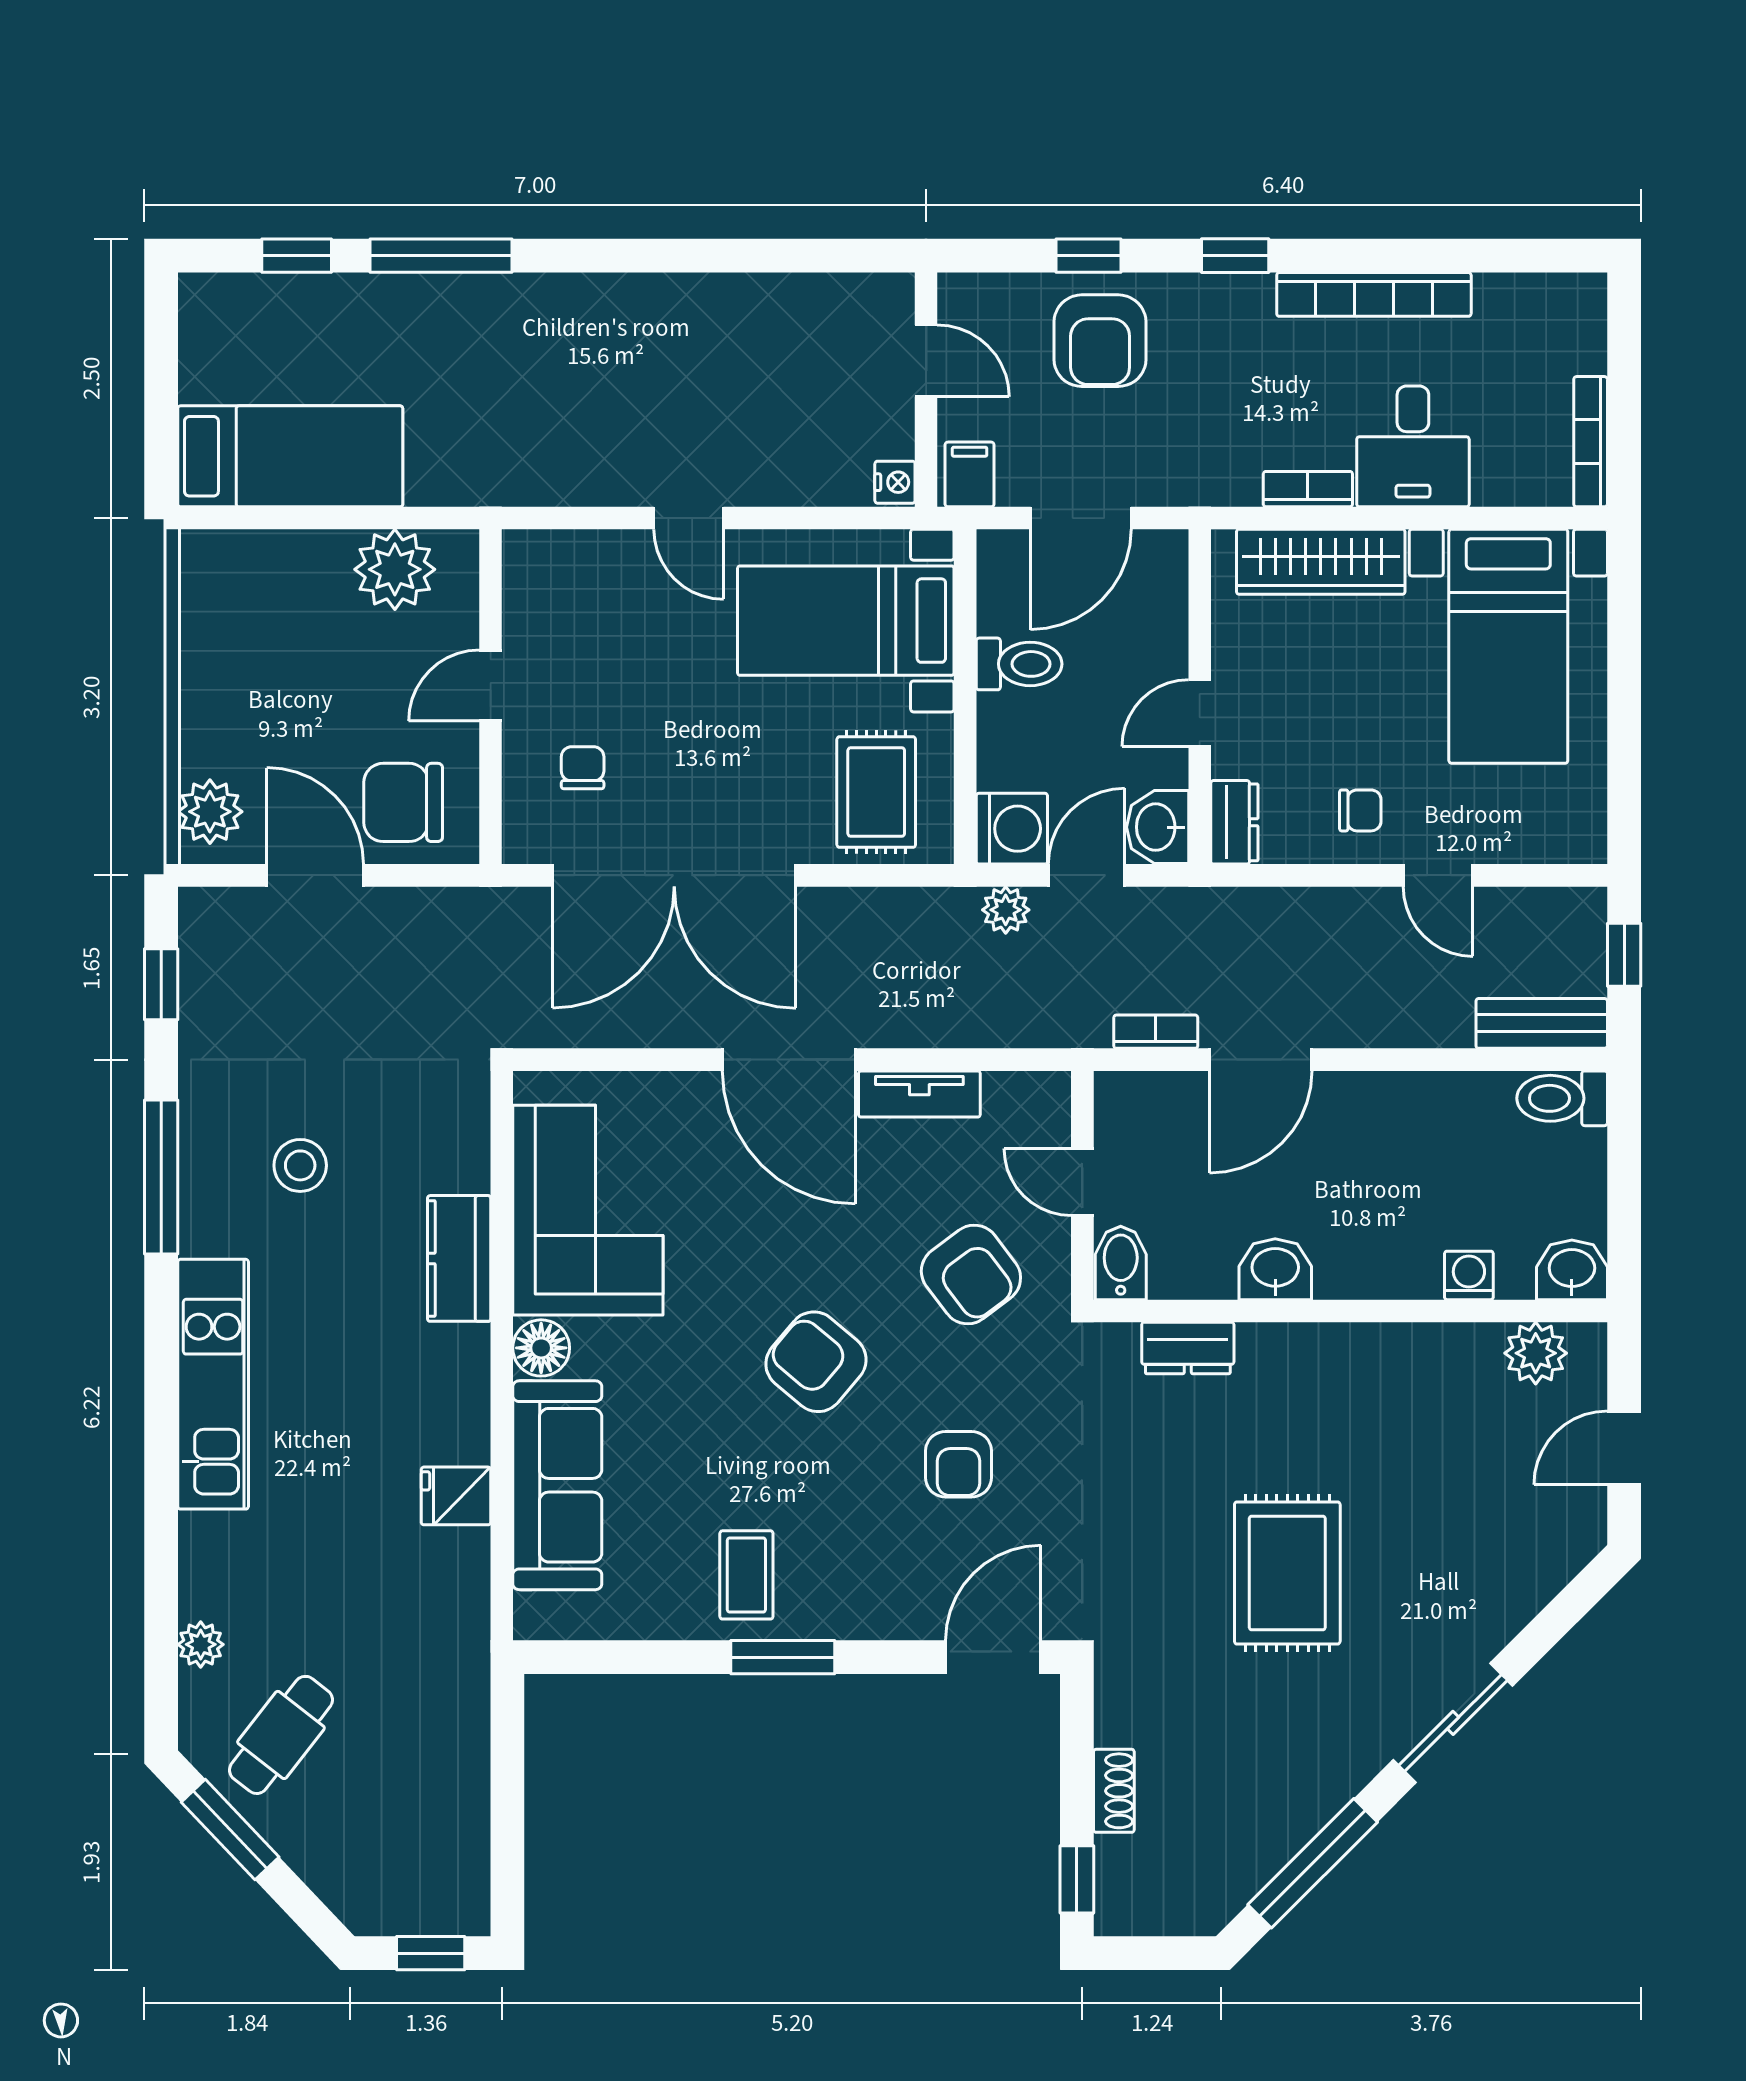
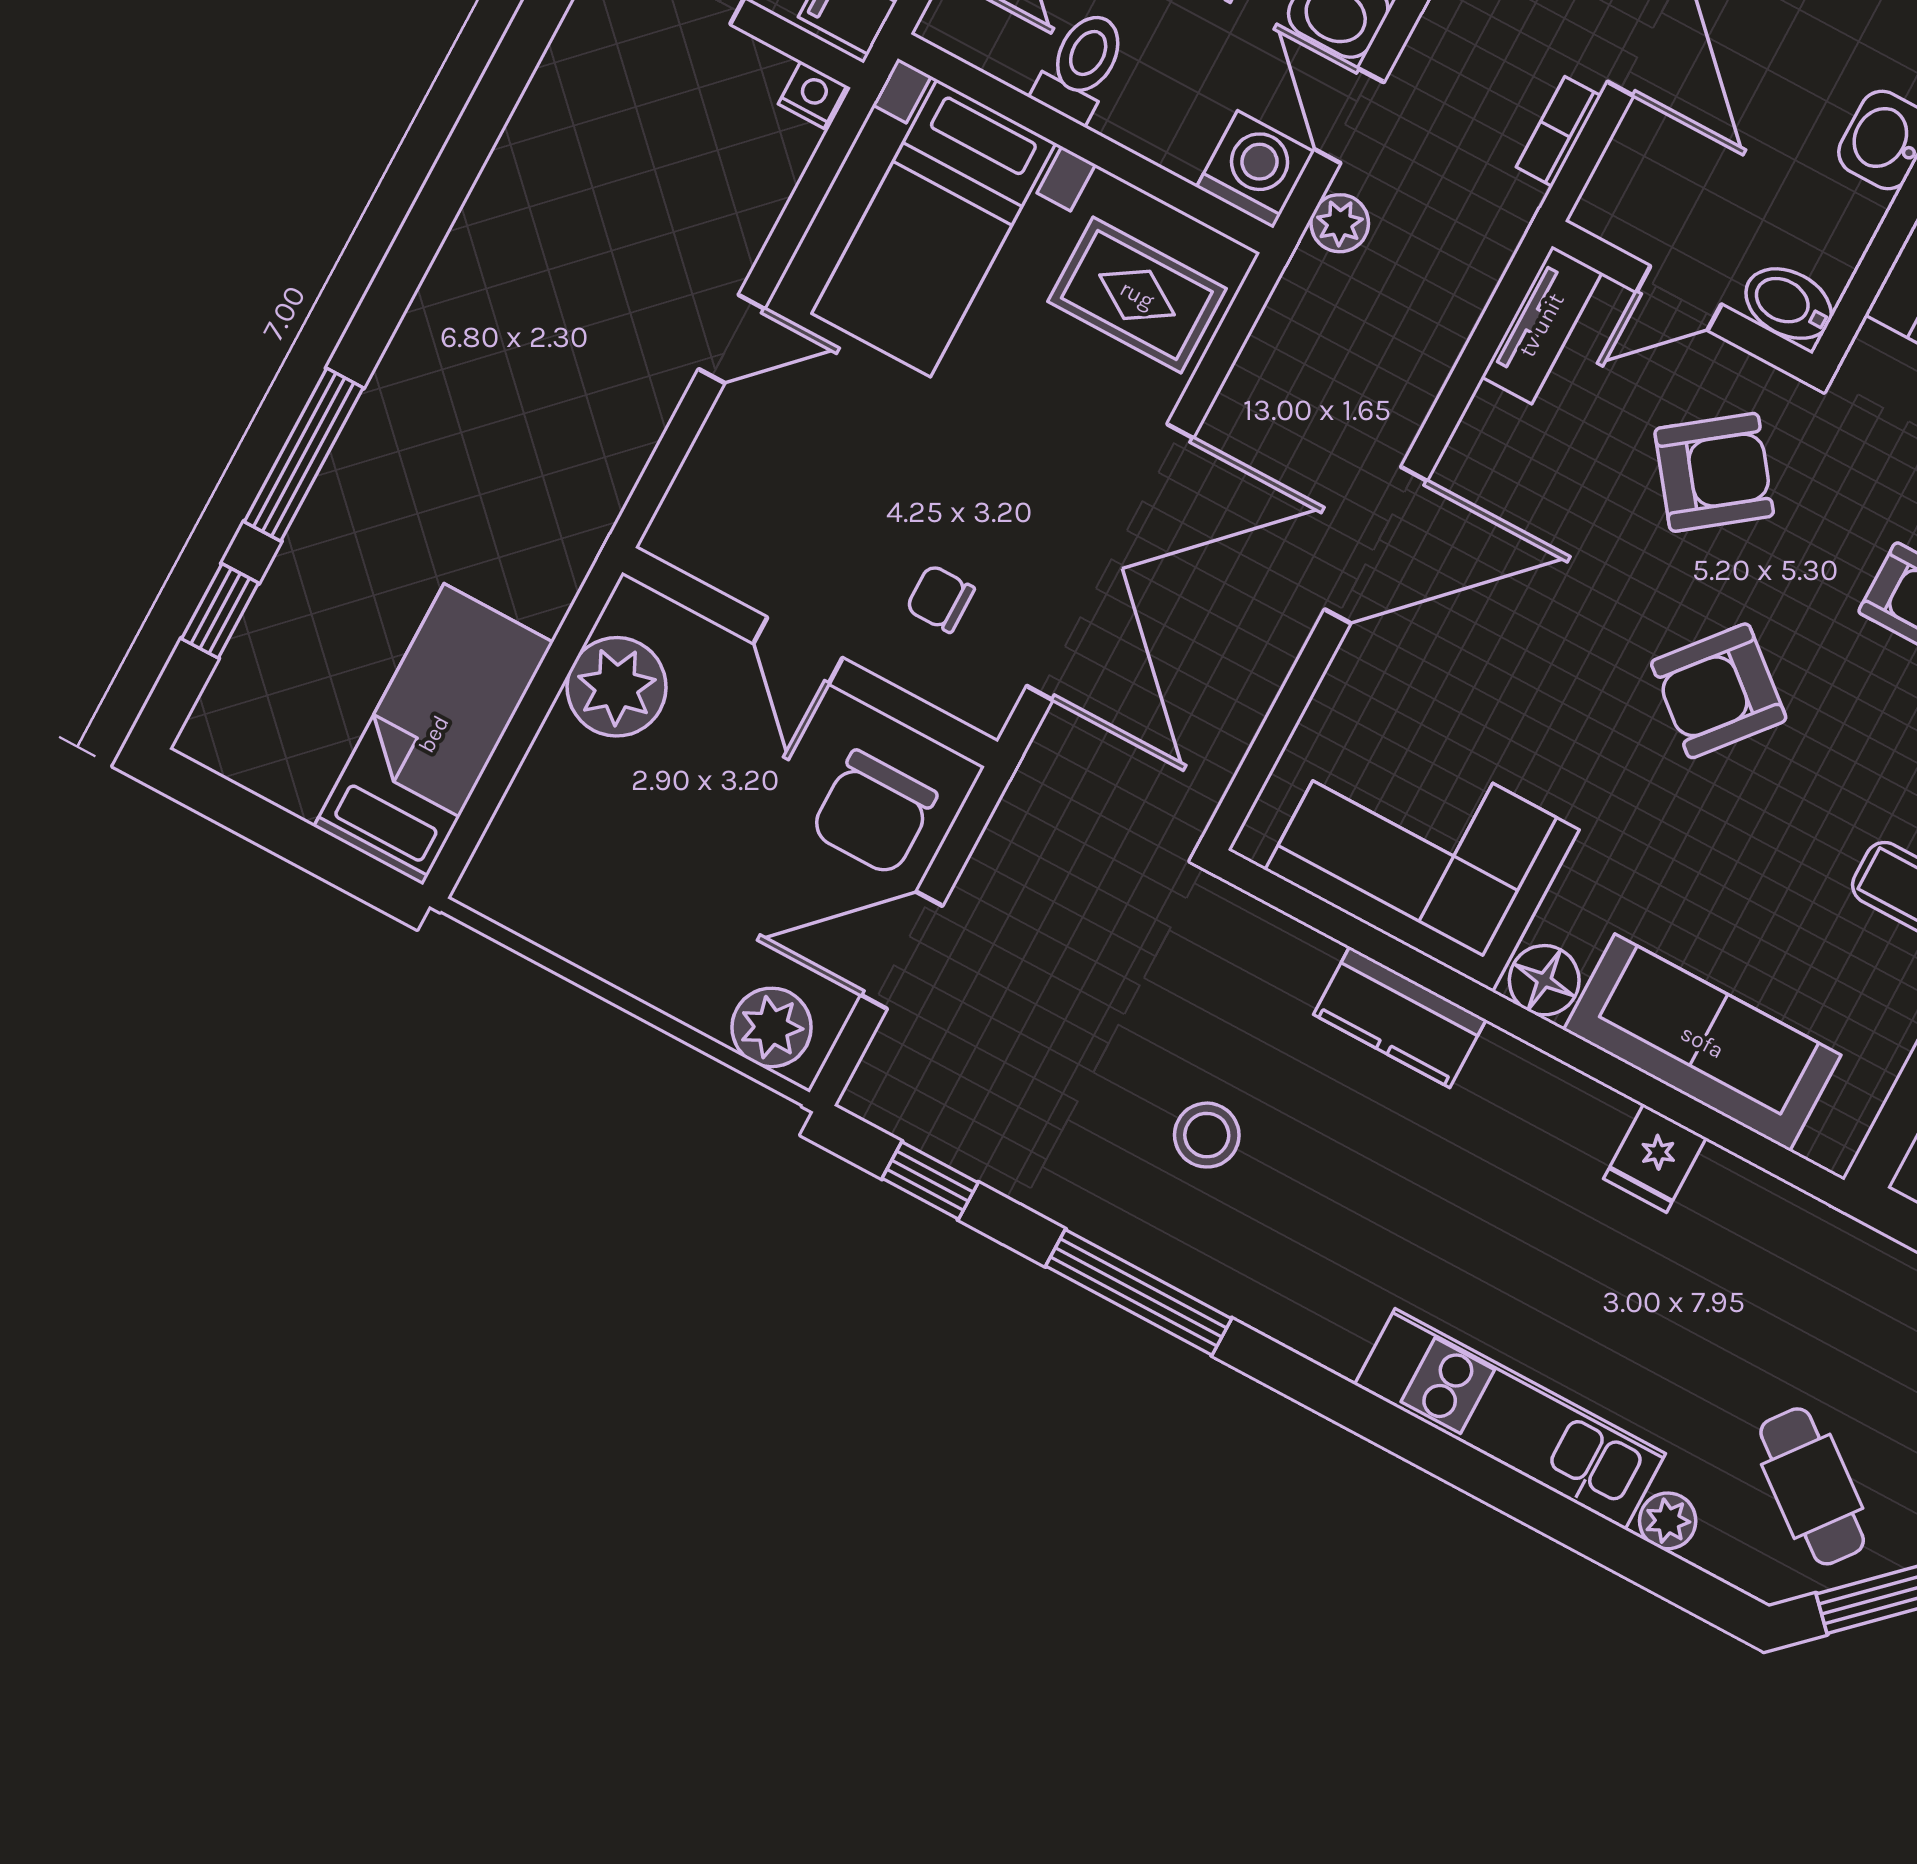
tv unit: (919, 1094) -> (1542, 325), moved
kitchen unit: (213, 1384) -> (1510, 1419), moved

